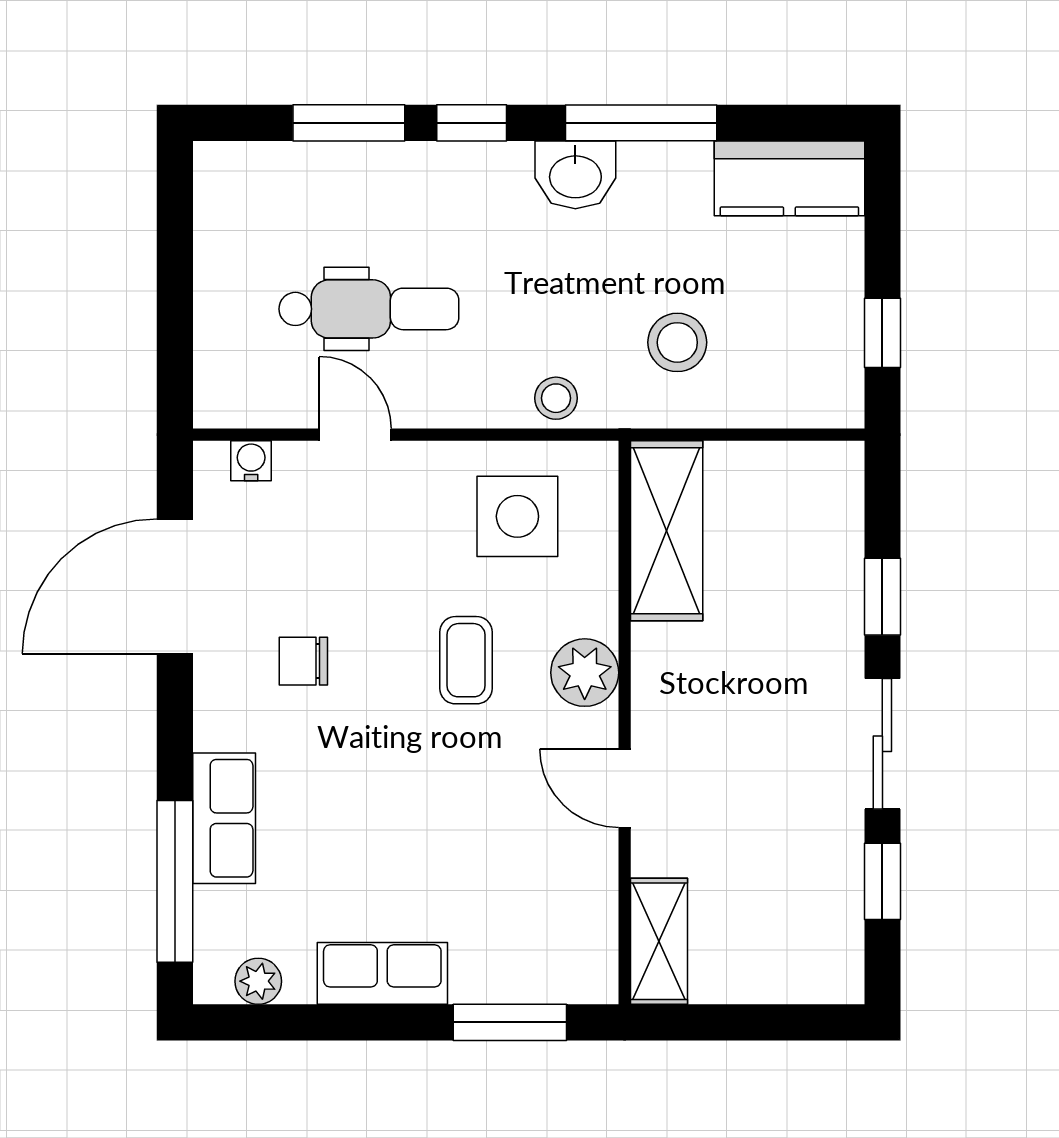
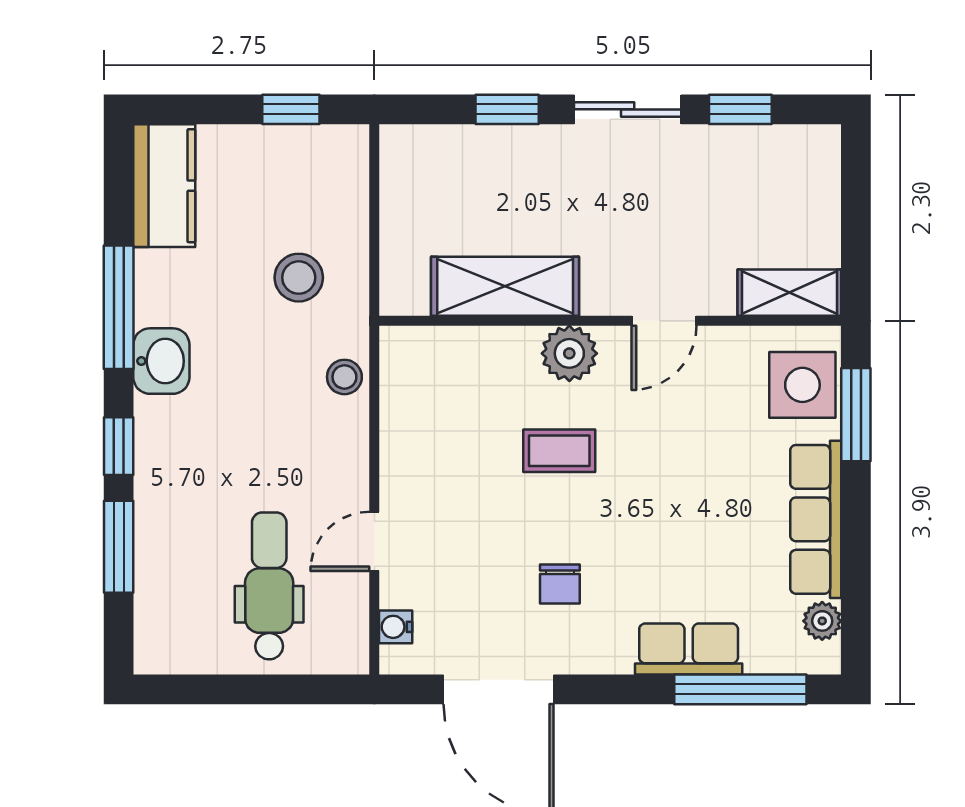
dental chair: (369, 309) -> (269, 586), moved
side table: (517, 516) -> (802, 385), moved
shelving: (667, 531) -> (505, 286), moved
row of seats: (382, 973) -> (816, 519), width x1.48

